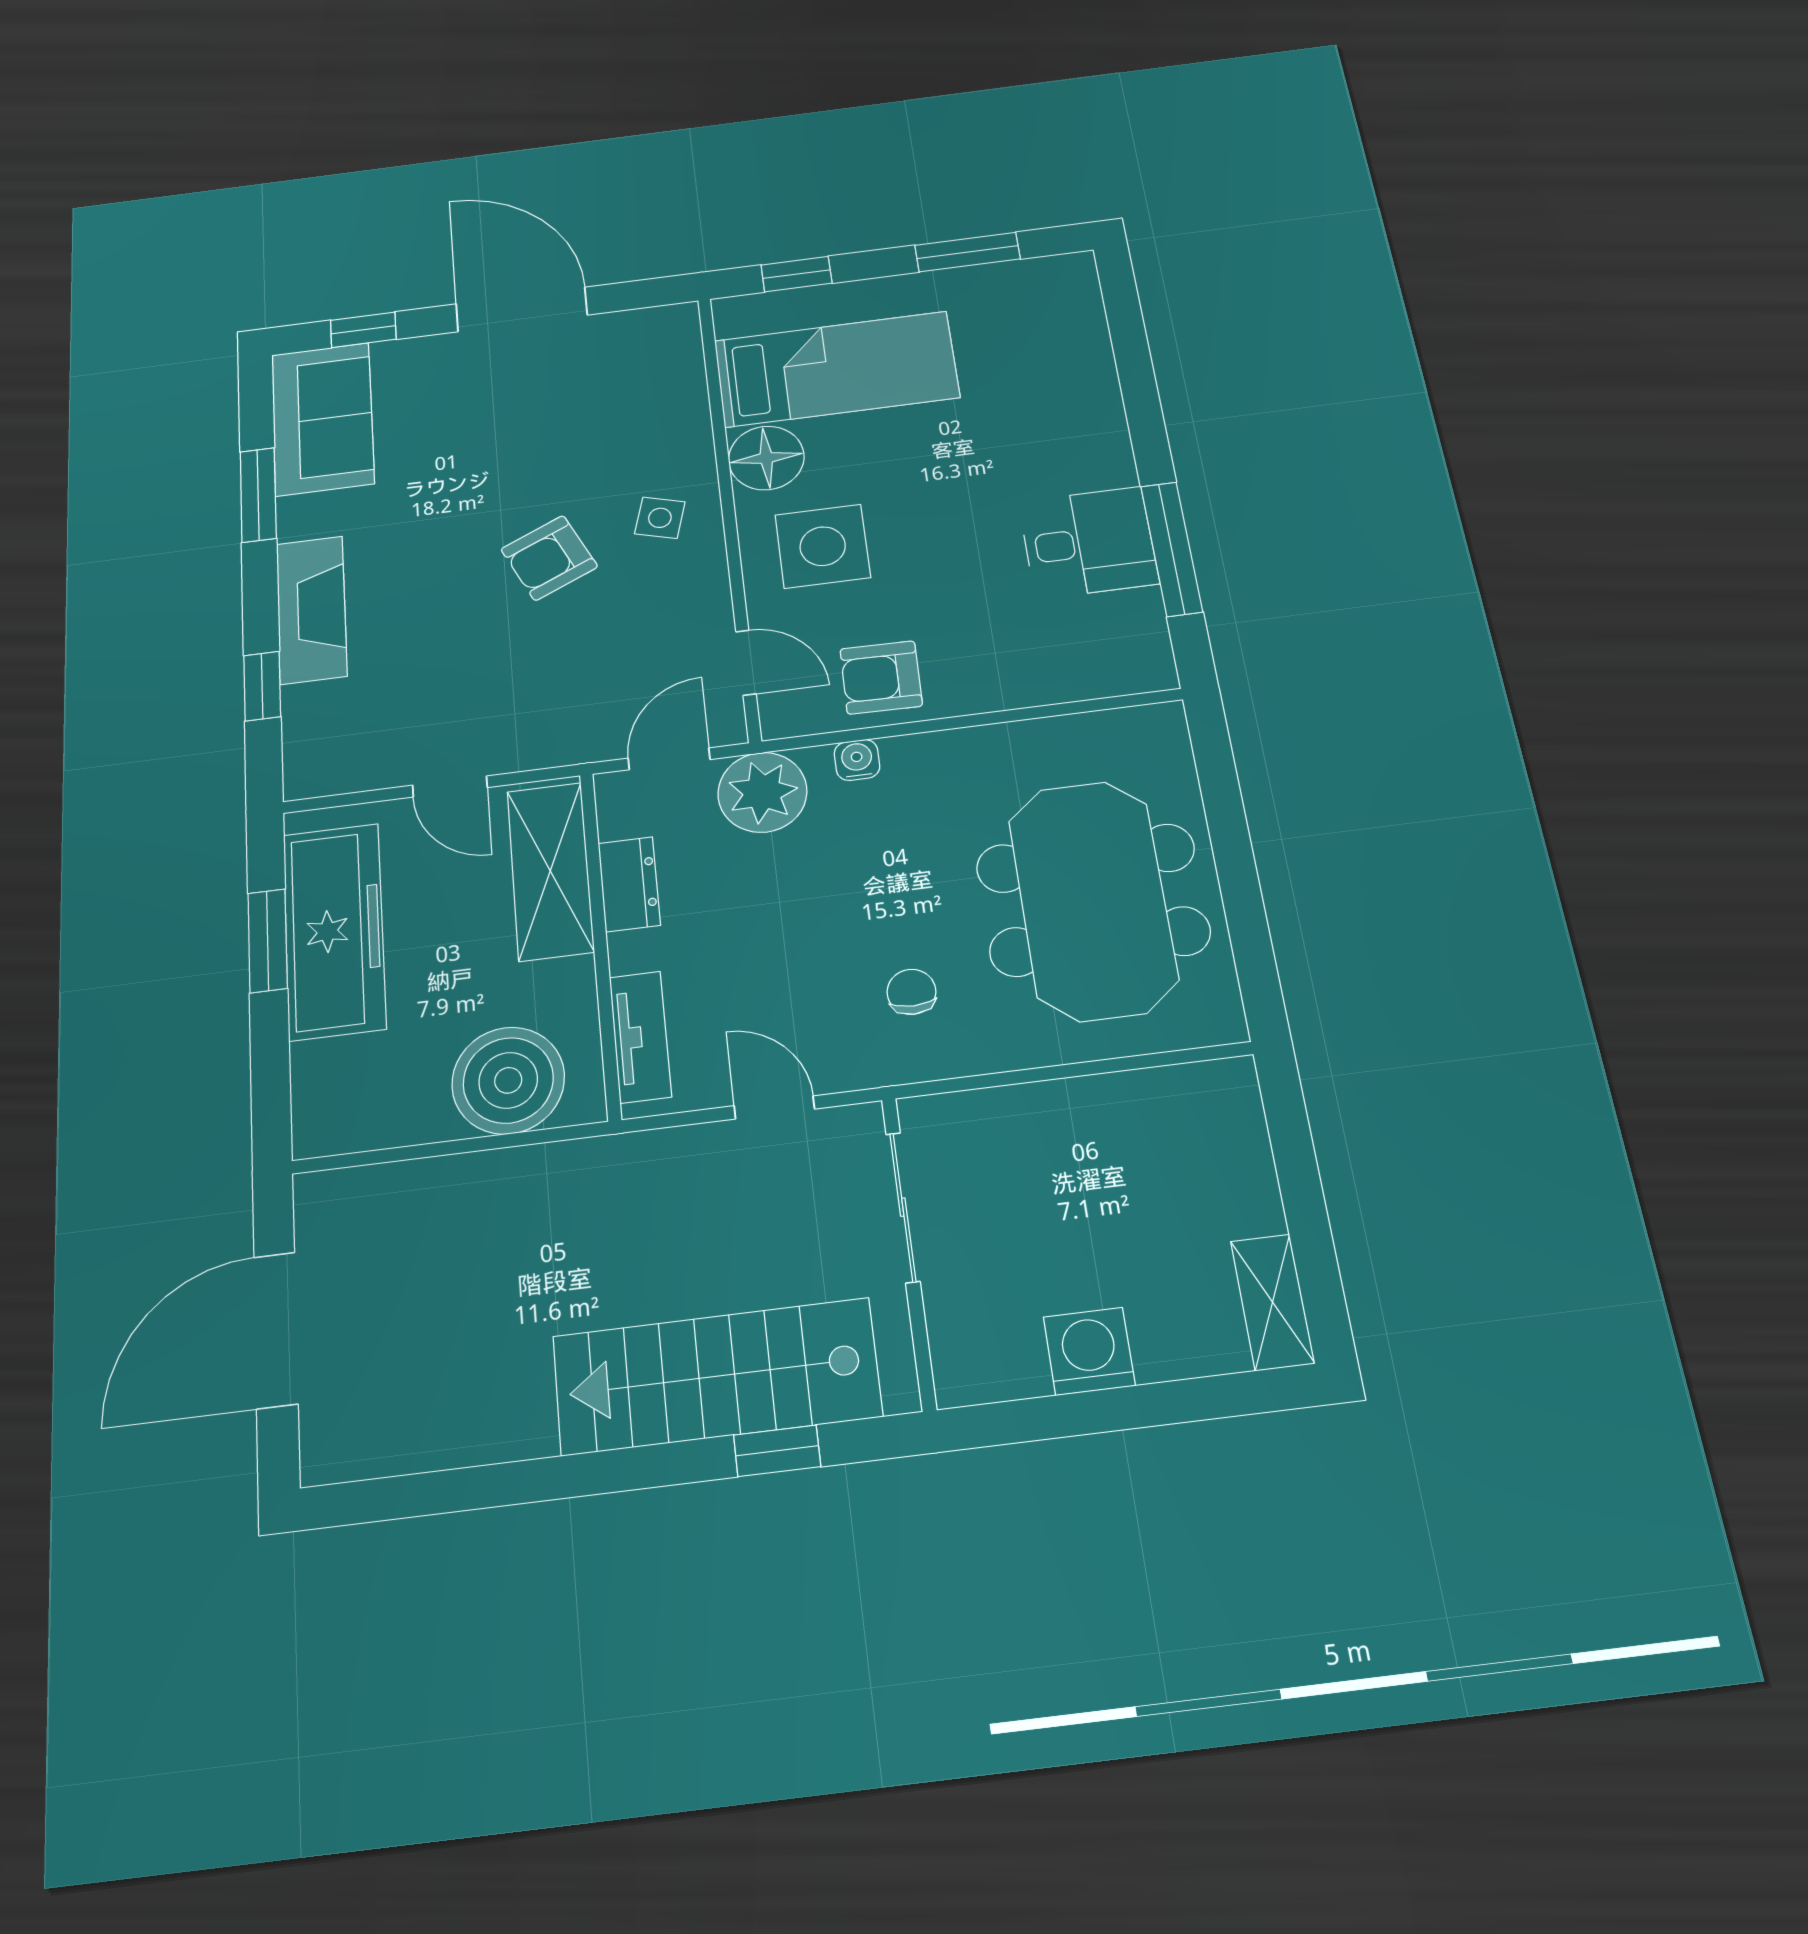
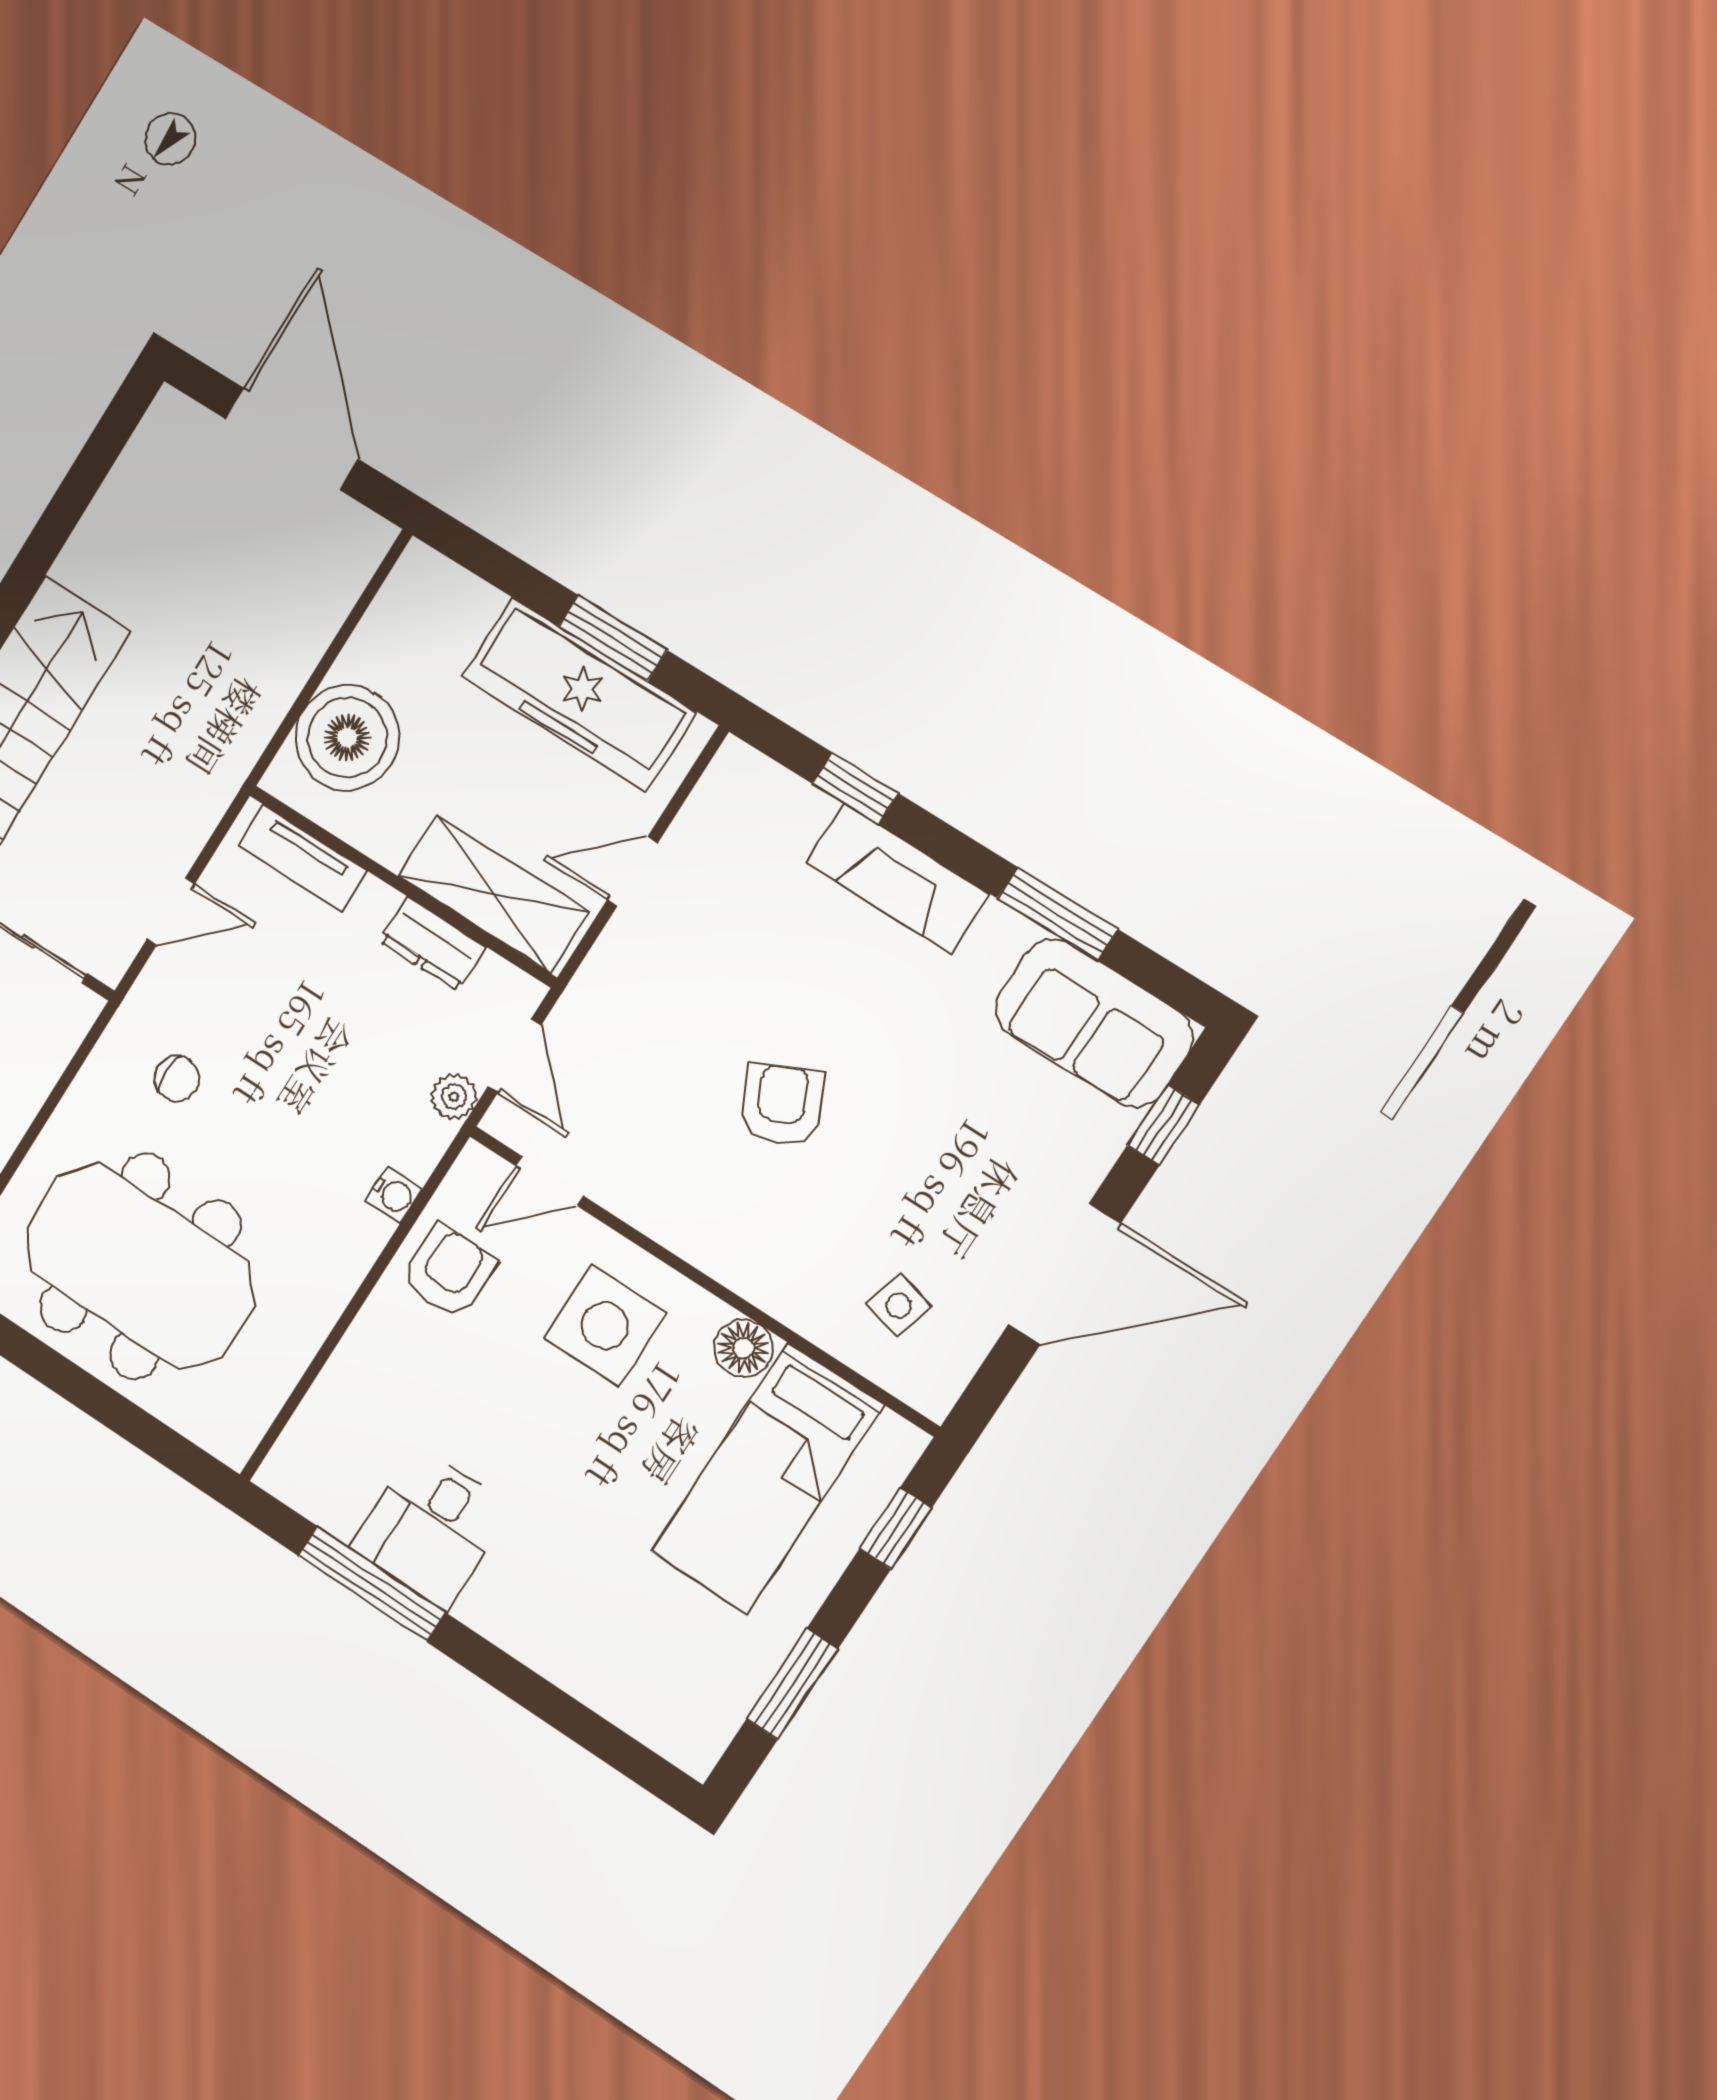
floor lamp: (766, 458) -> (743, 1348), width x0.73, depth x0.73
side table: (660, 518) -> (899, 1306), moved
plant: (762, 792) -> (454, 1097), width x0.53, depth x0.53

